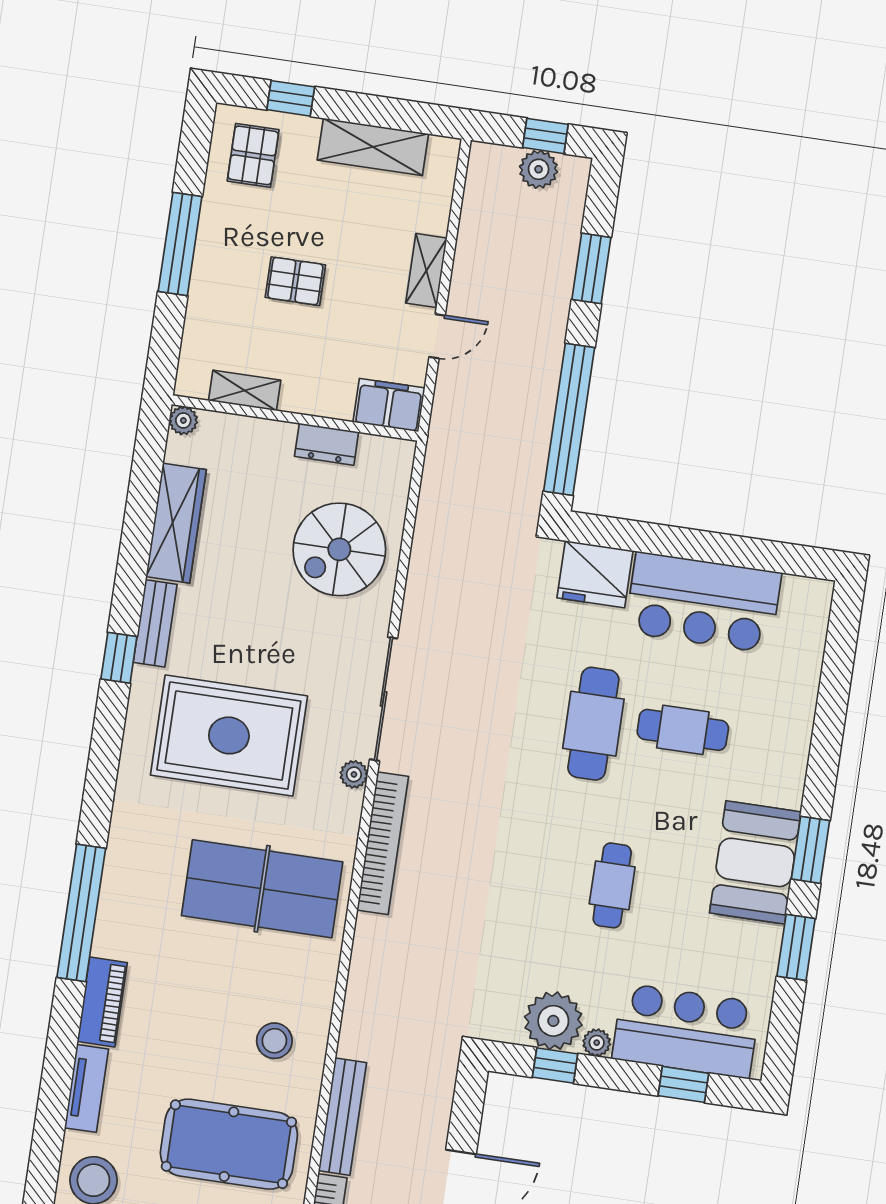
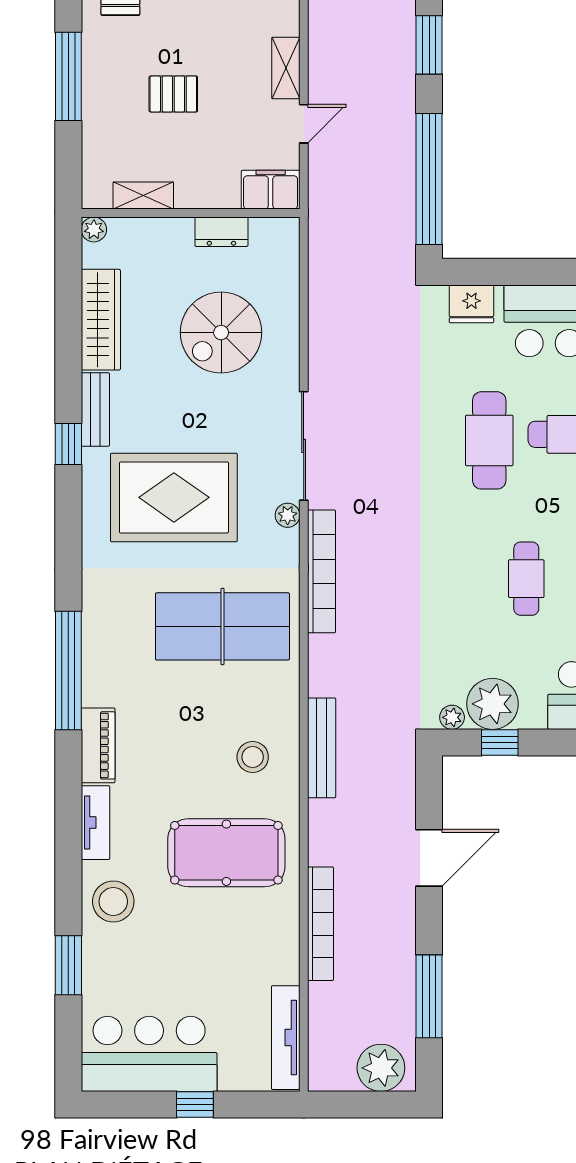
spiral stairs: (339, 549) -> (221, 333), moved
fridge: (595, 574) -> (471, 304), width x0.73, depth x0.75
plant: (597, 1043) -> (452, 717), moved
bench: (342, 1117) -> (322, 748), moved

